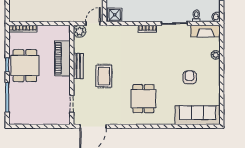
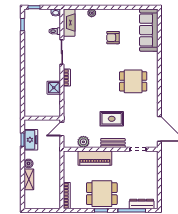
shower: (115, 15) -> (54, 88), moved
door: (93, 23) -> (62, 129), hinge flipped
plant: (80, 31) -> (83, 142), moved
bench: (78, 66) -> (113, 143), moved
dresser: (14, 108) -> (142, 204), added

